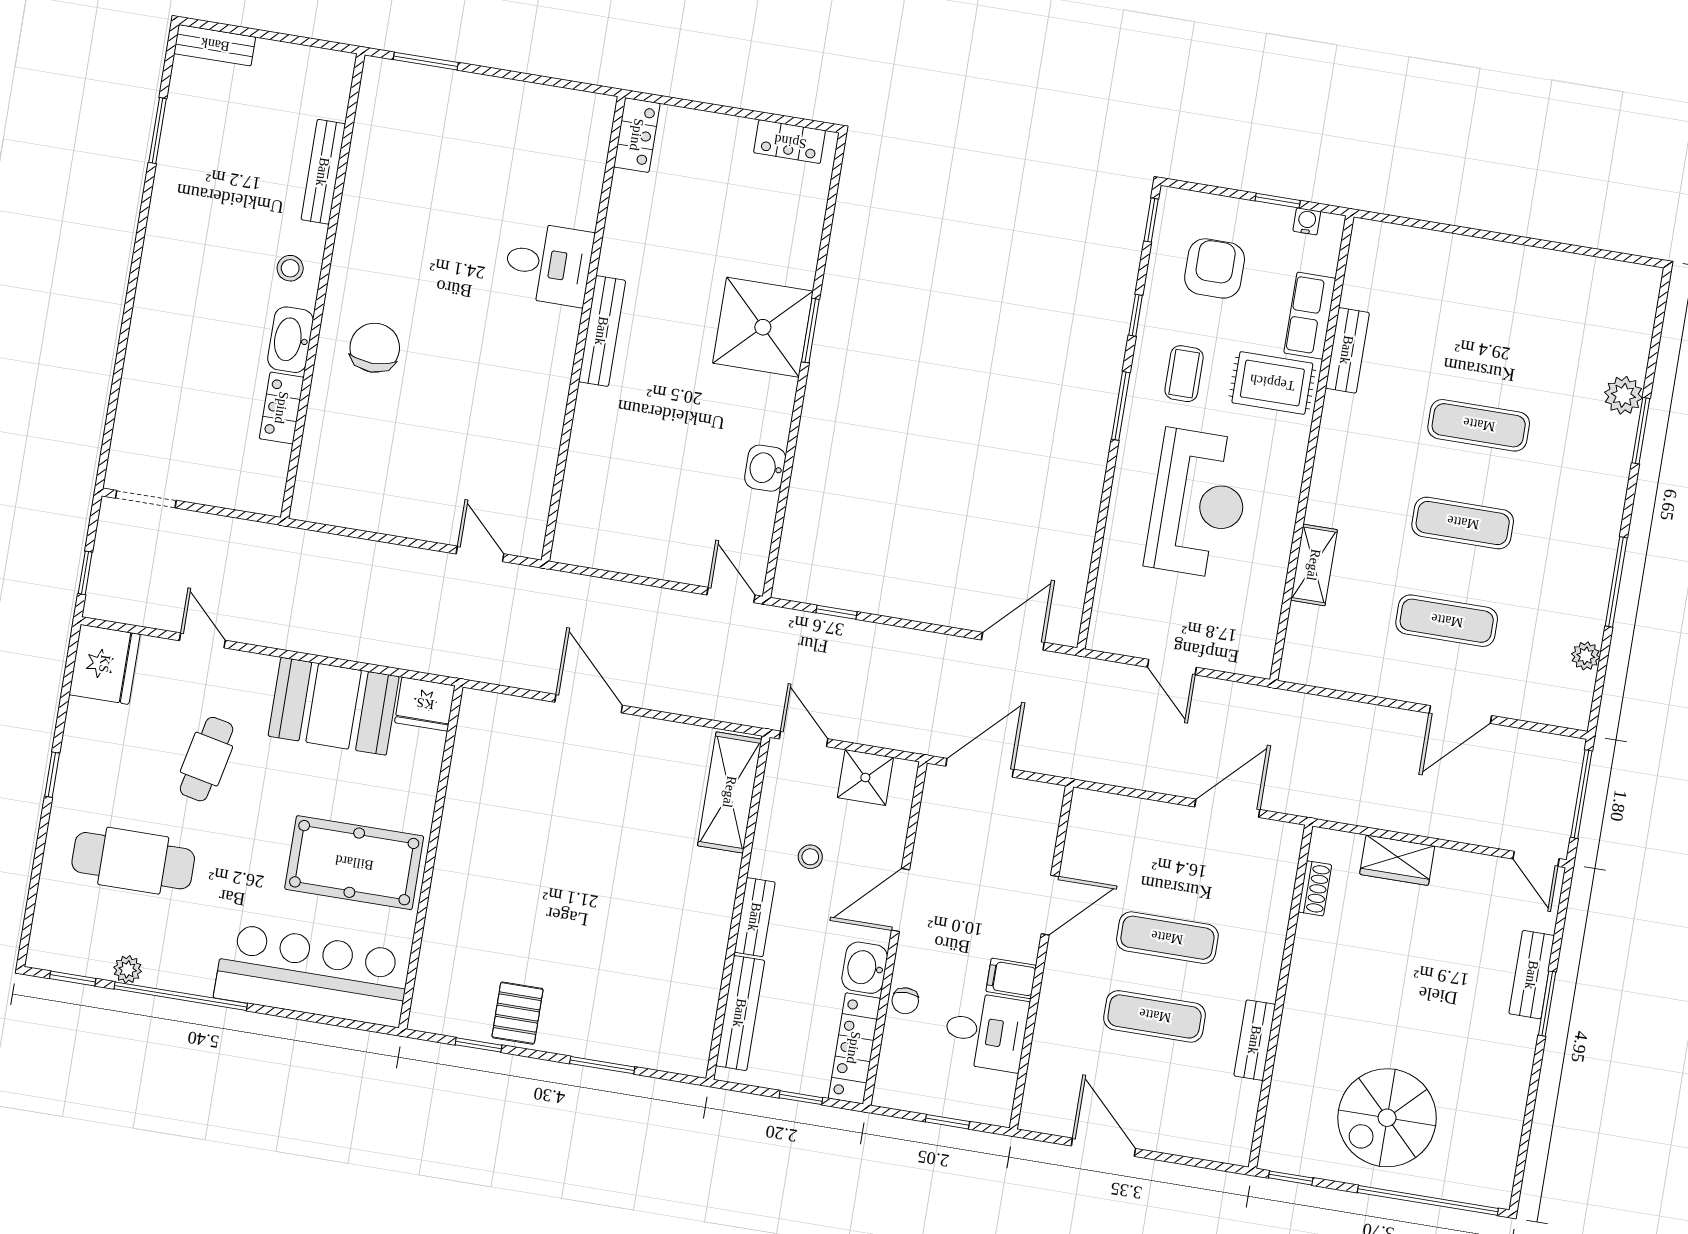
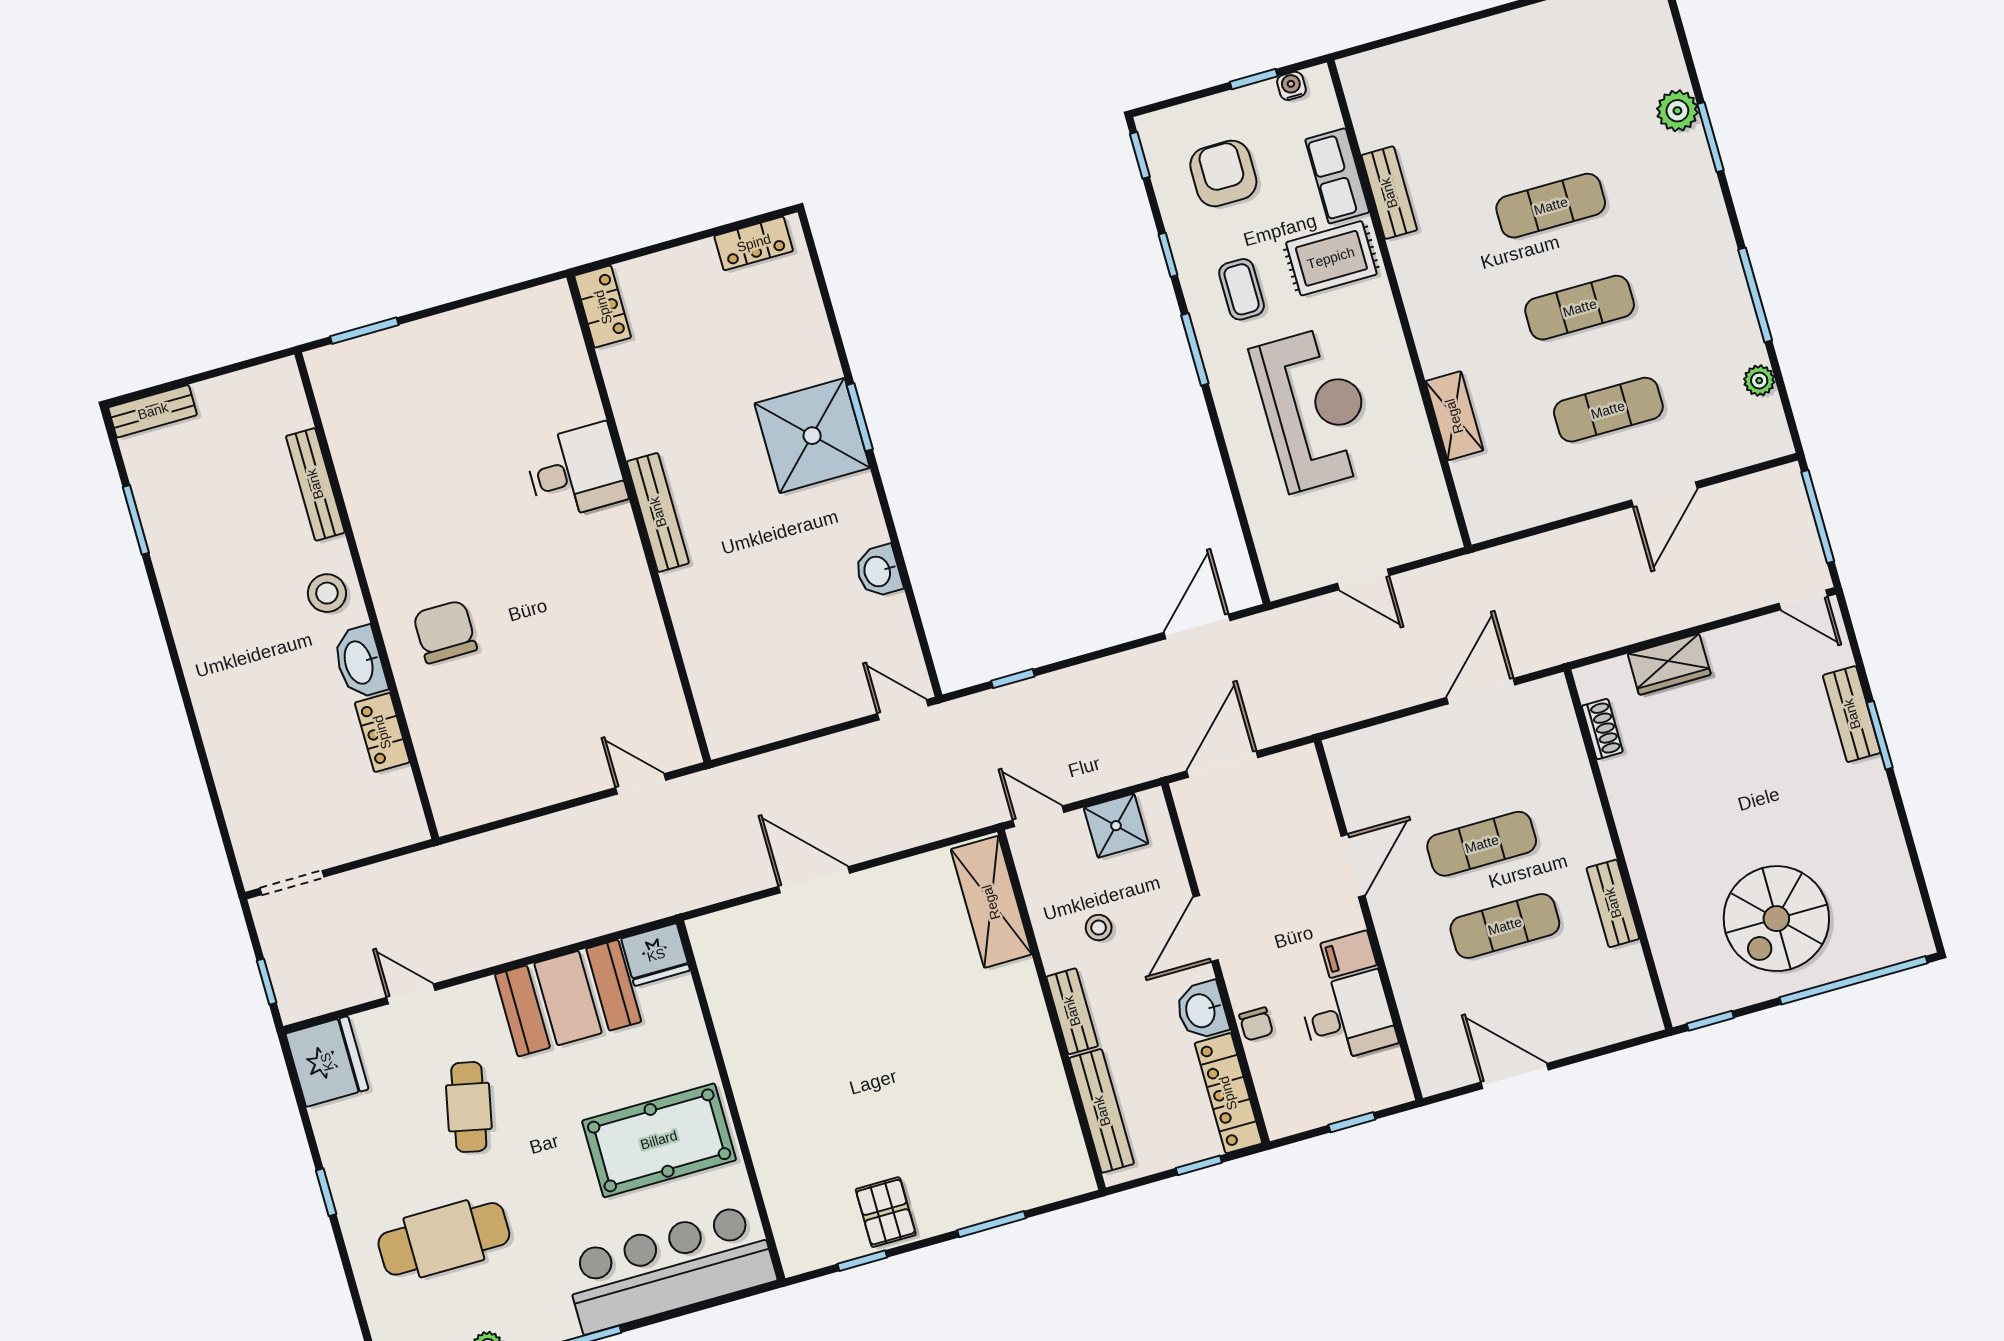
stool: (290, 268) -> (327, 593), width x1.37, depth x1.37

